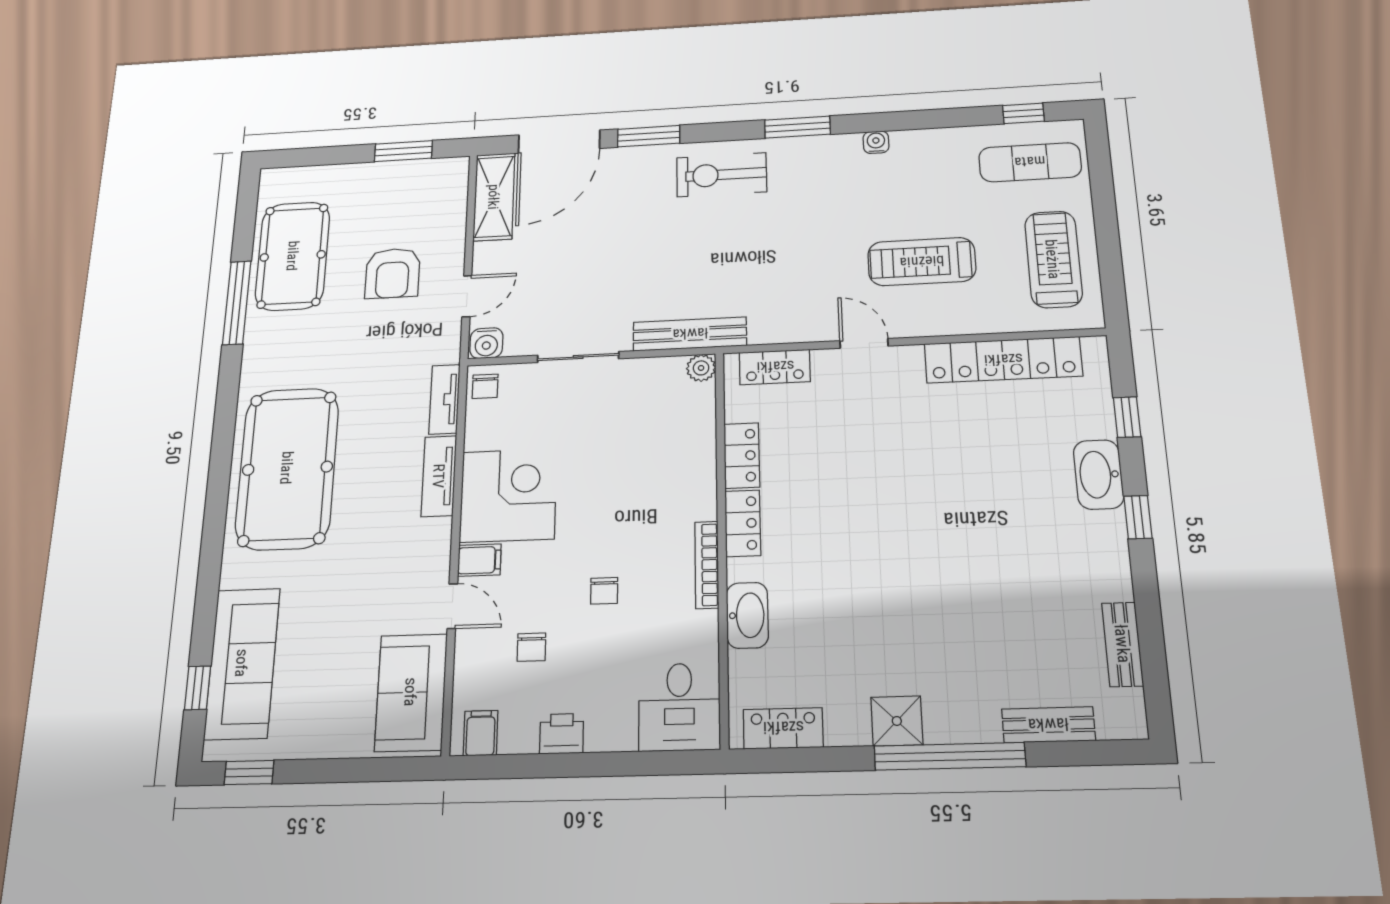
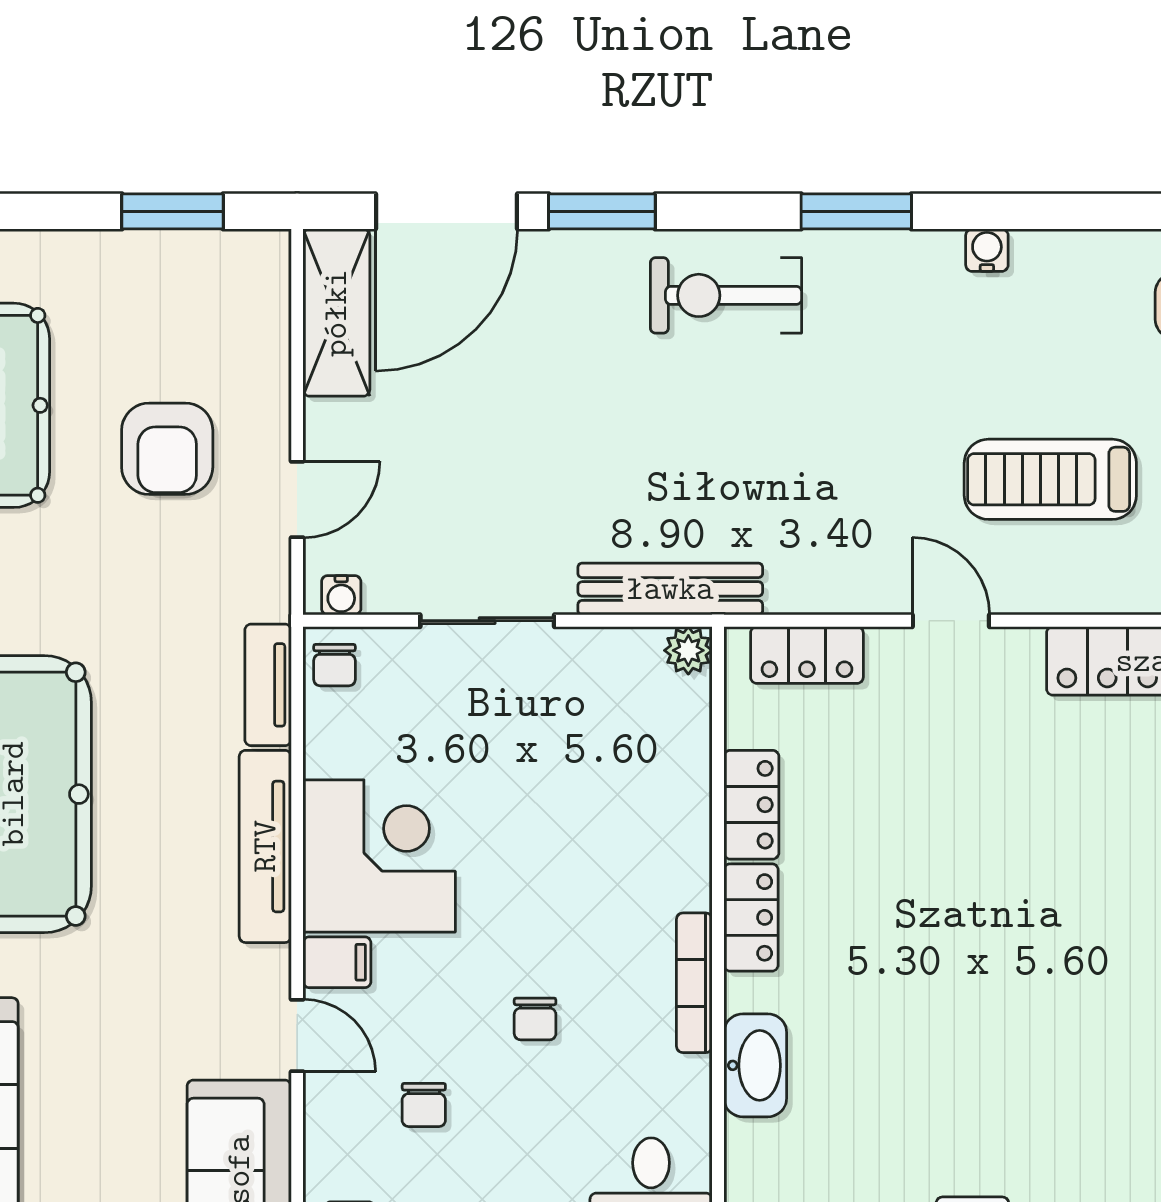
water cooler: (486, 343) -> (341, 595), width x0.72, depth x0.72
tv unit: (439, 476) -> (265, 846), width x1.41

